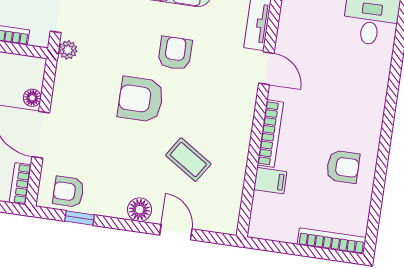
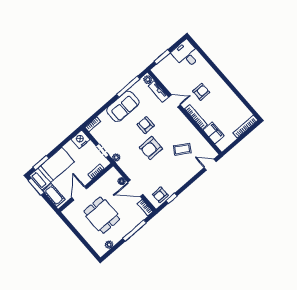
armchair: (343, 167) -> (201, 92), moved
filing cabinet: (270, 181) -> (213, 133), width x2.00
floor lamp: (140, 210) -> (185, 178), removed
door: (176, 232) -> (210, 165), moved

